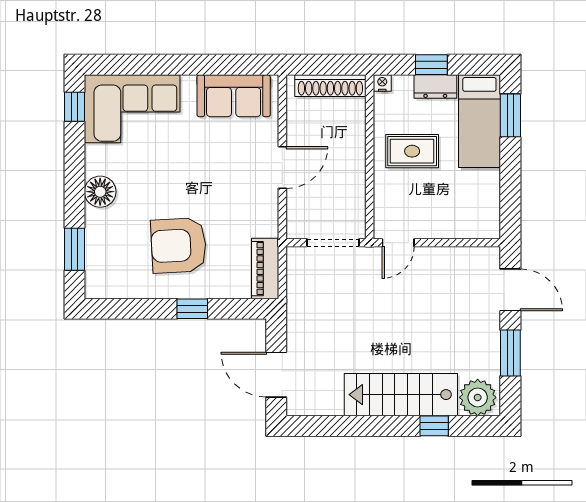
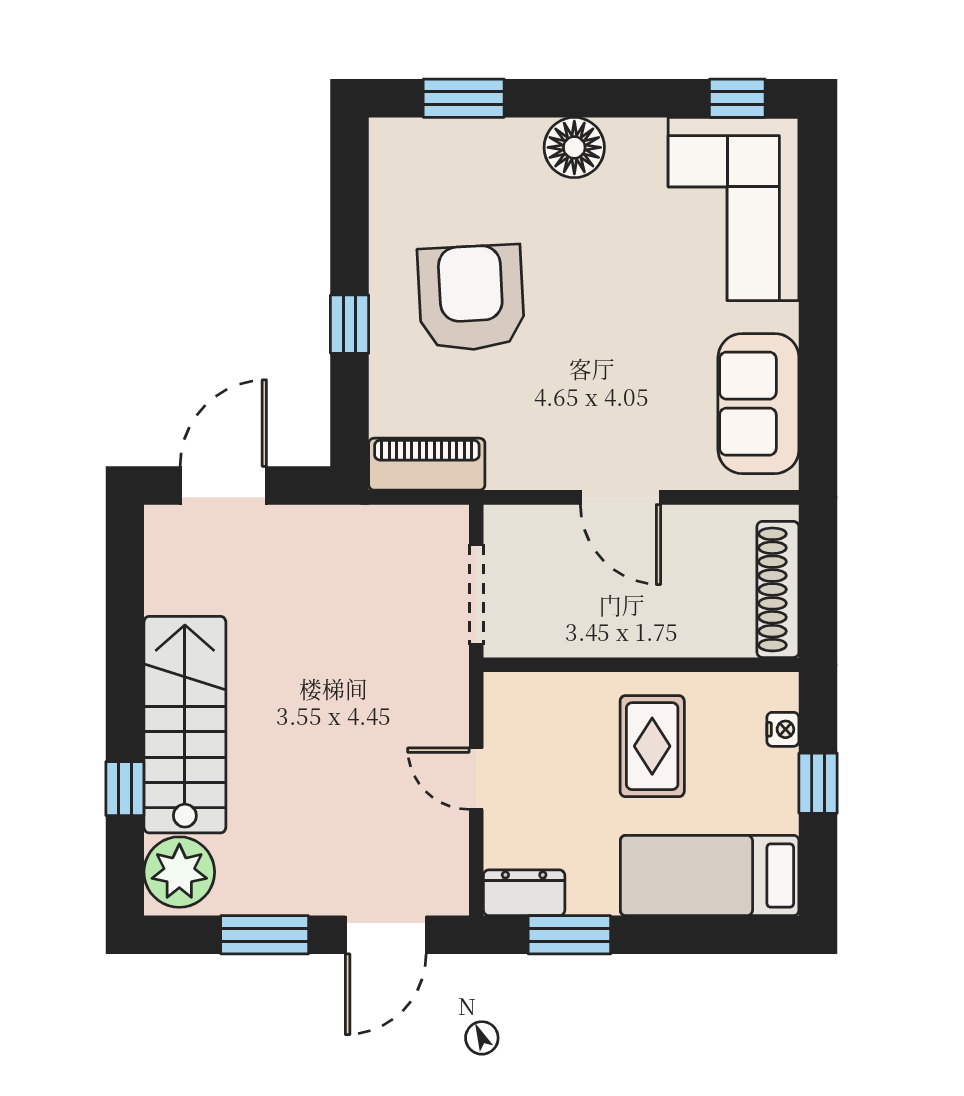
nightstand: (382, 83) -> (783, 729), moved
dresser: (435, 87) -> (524, 893), moved, turned 90
window: (510, 115) -> (569, 935), moved
door: (398, 243) -> (476, 779), moved

